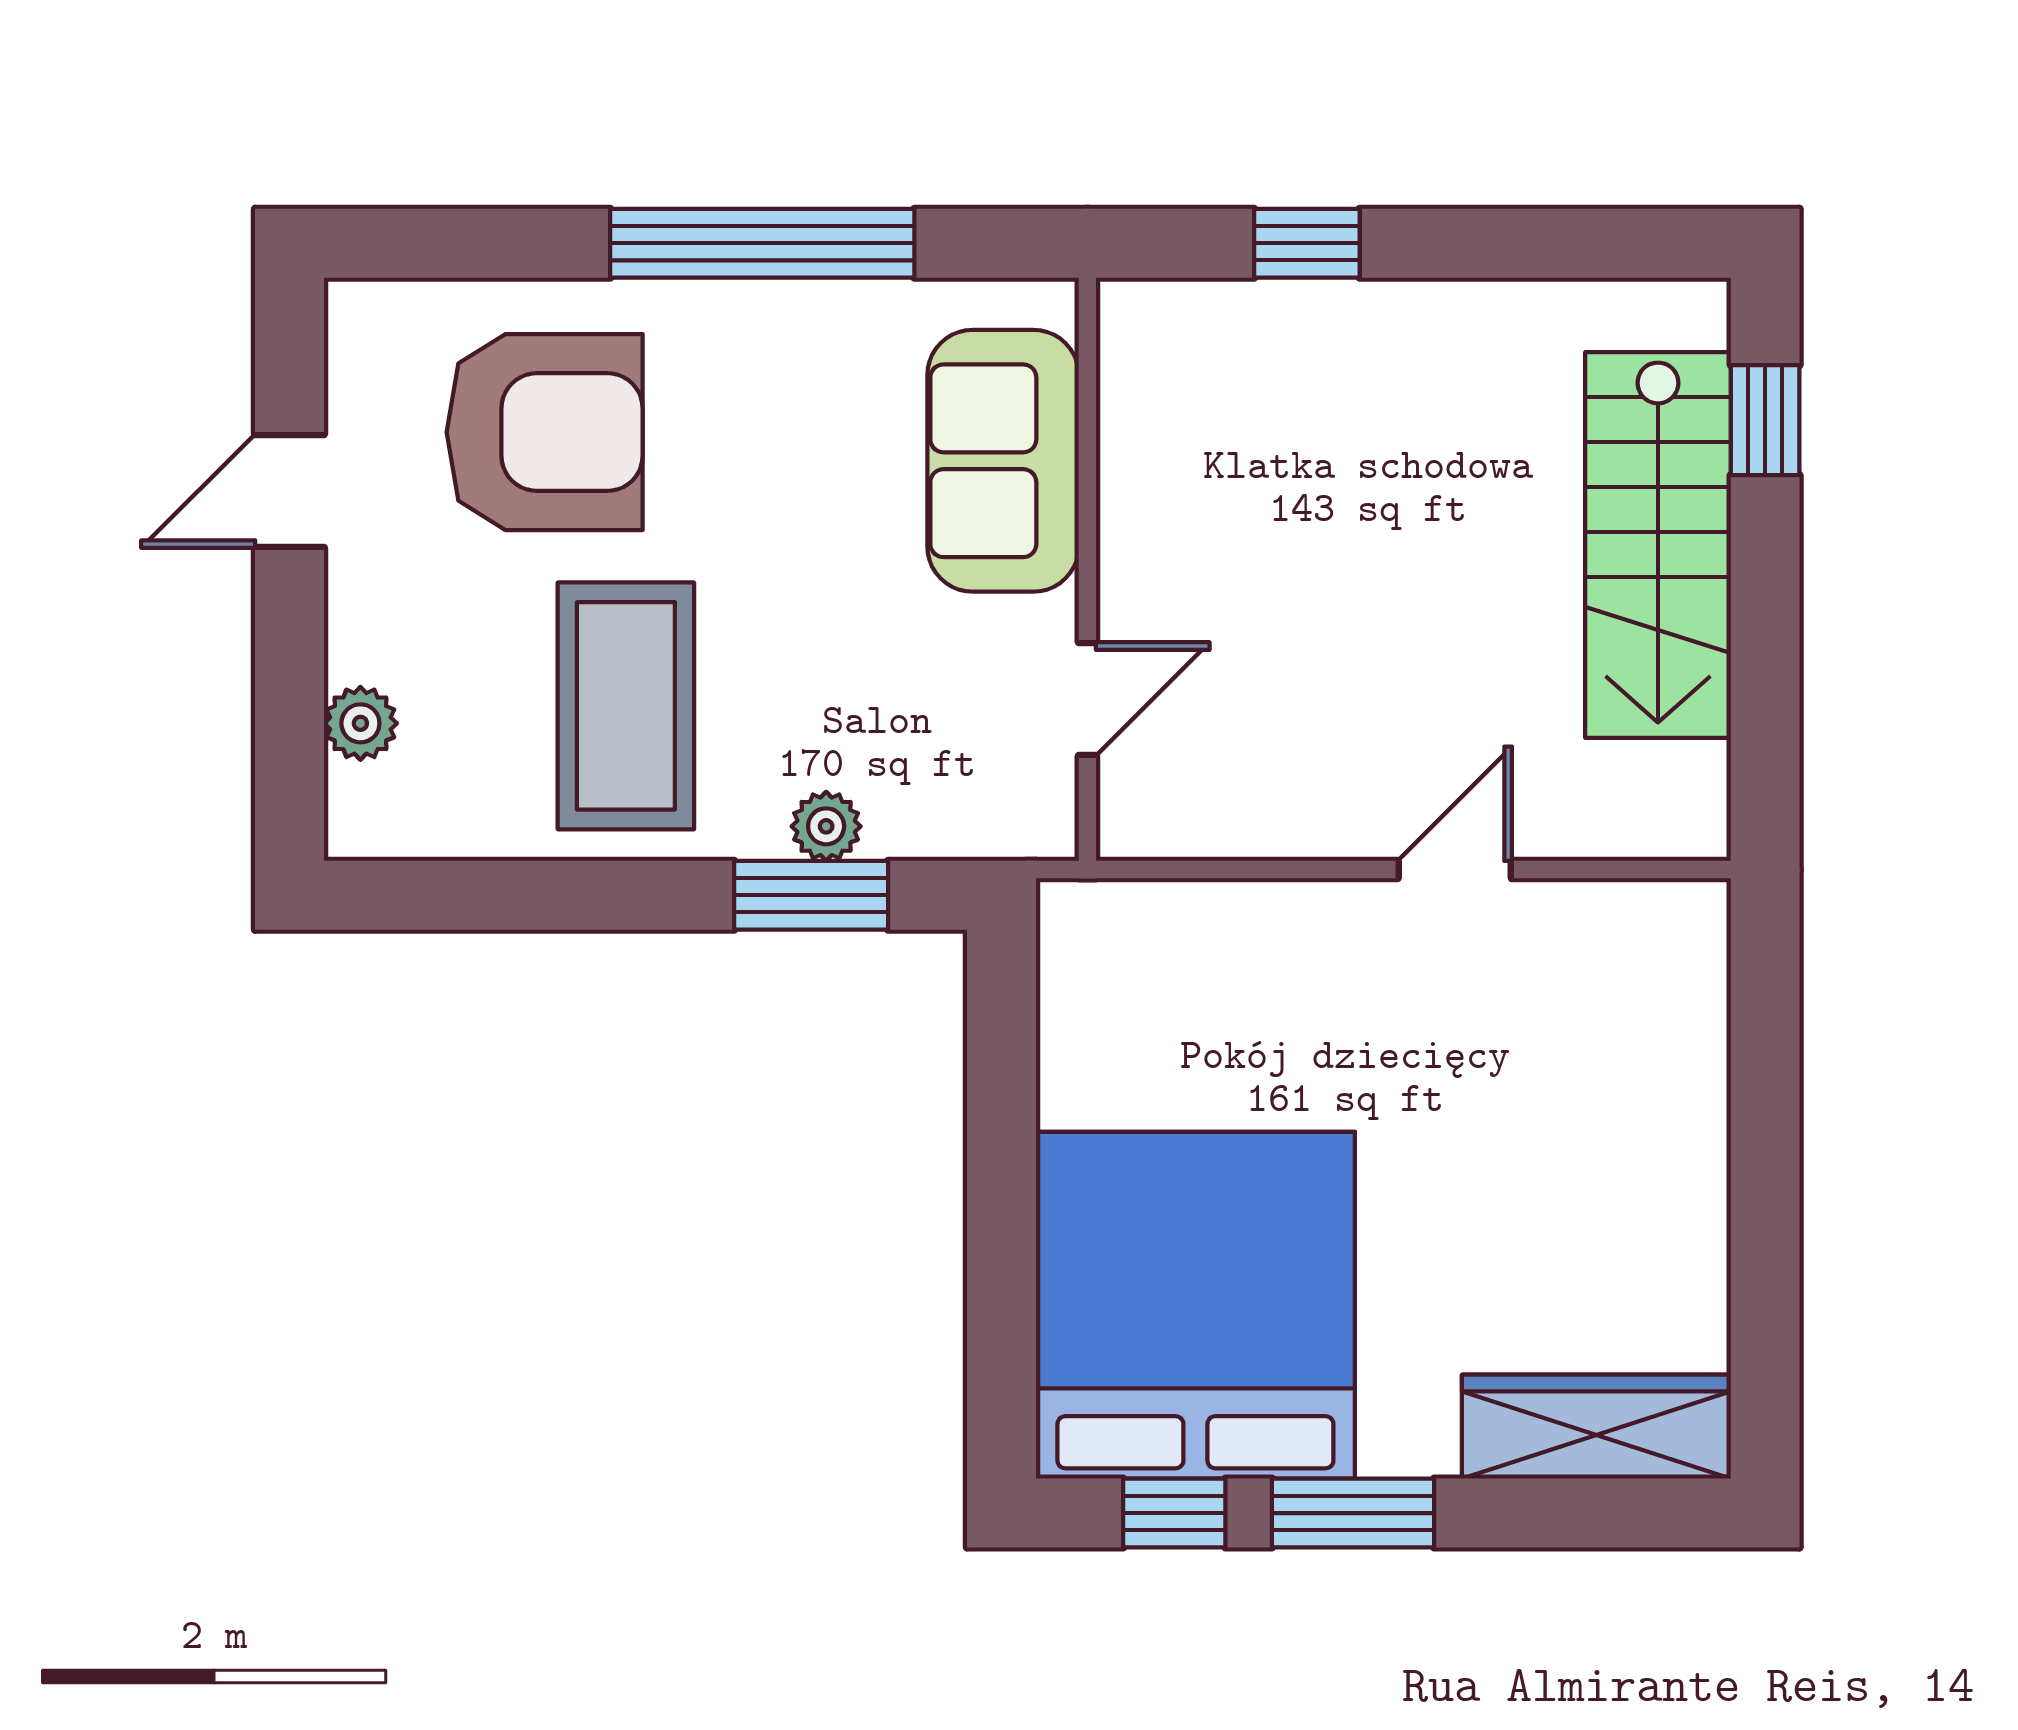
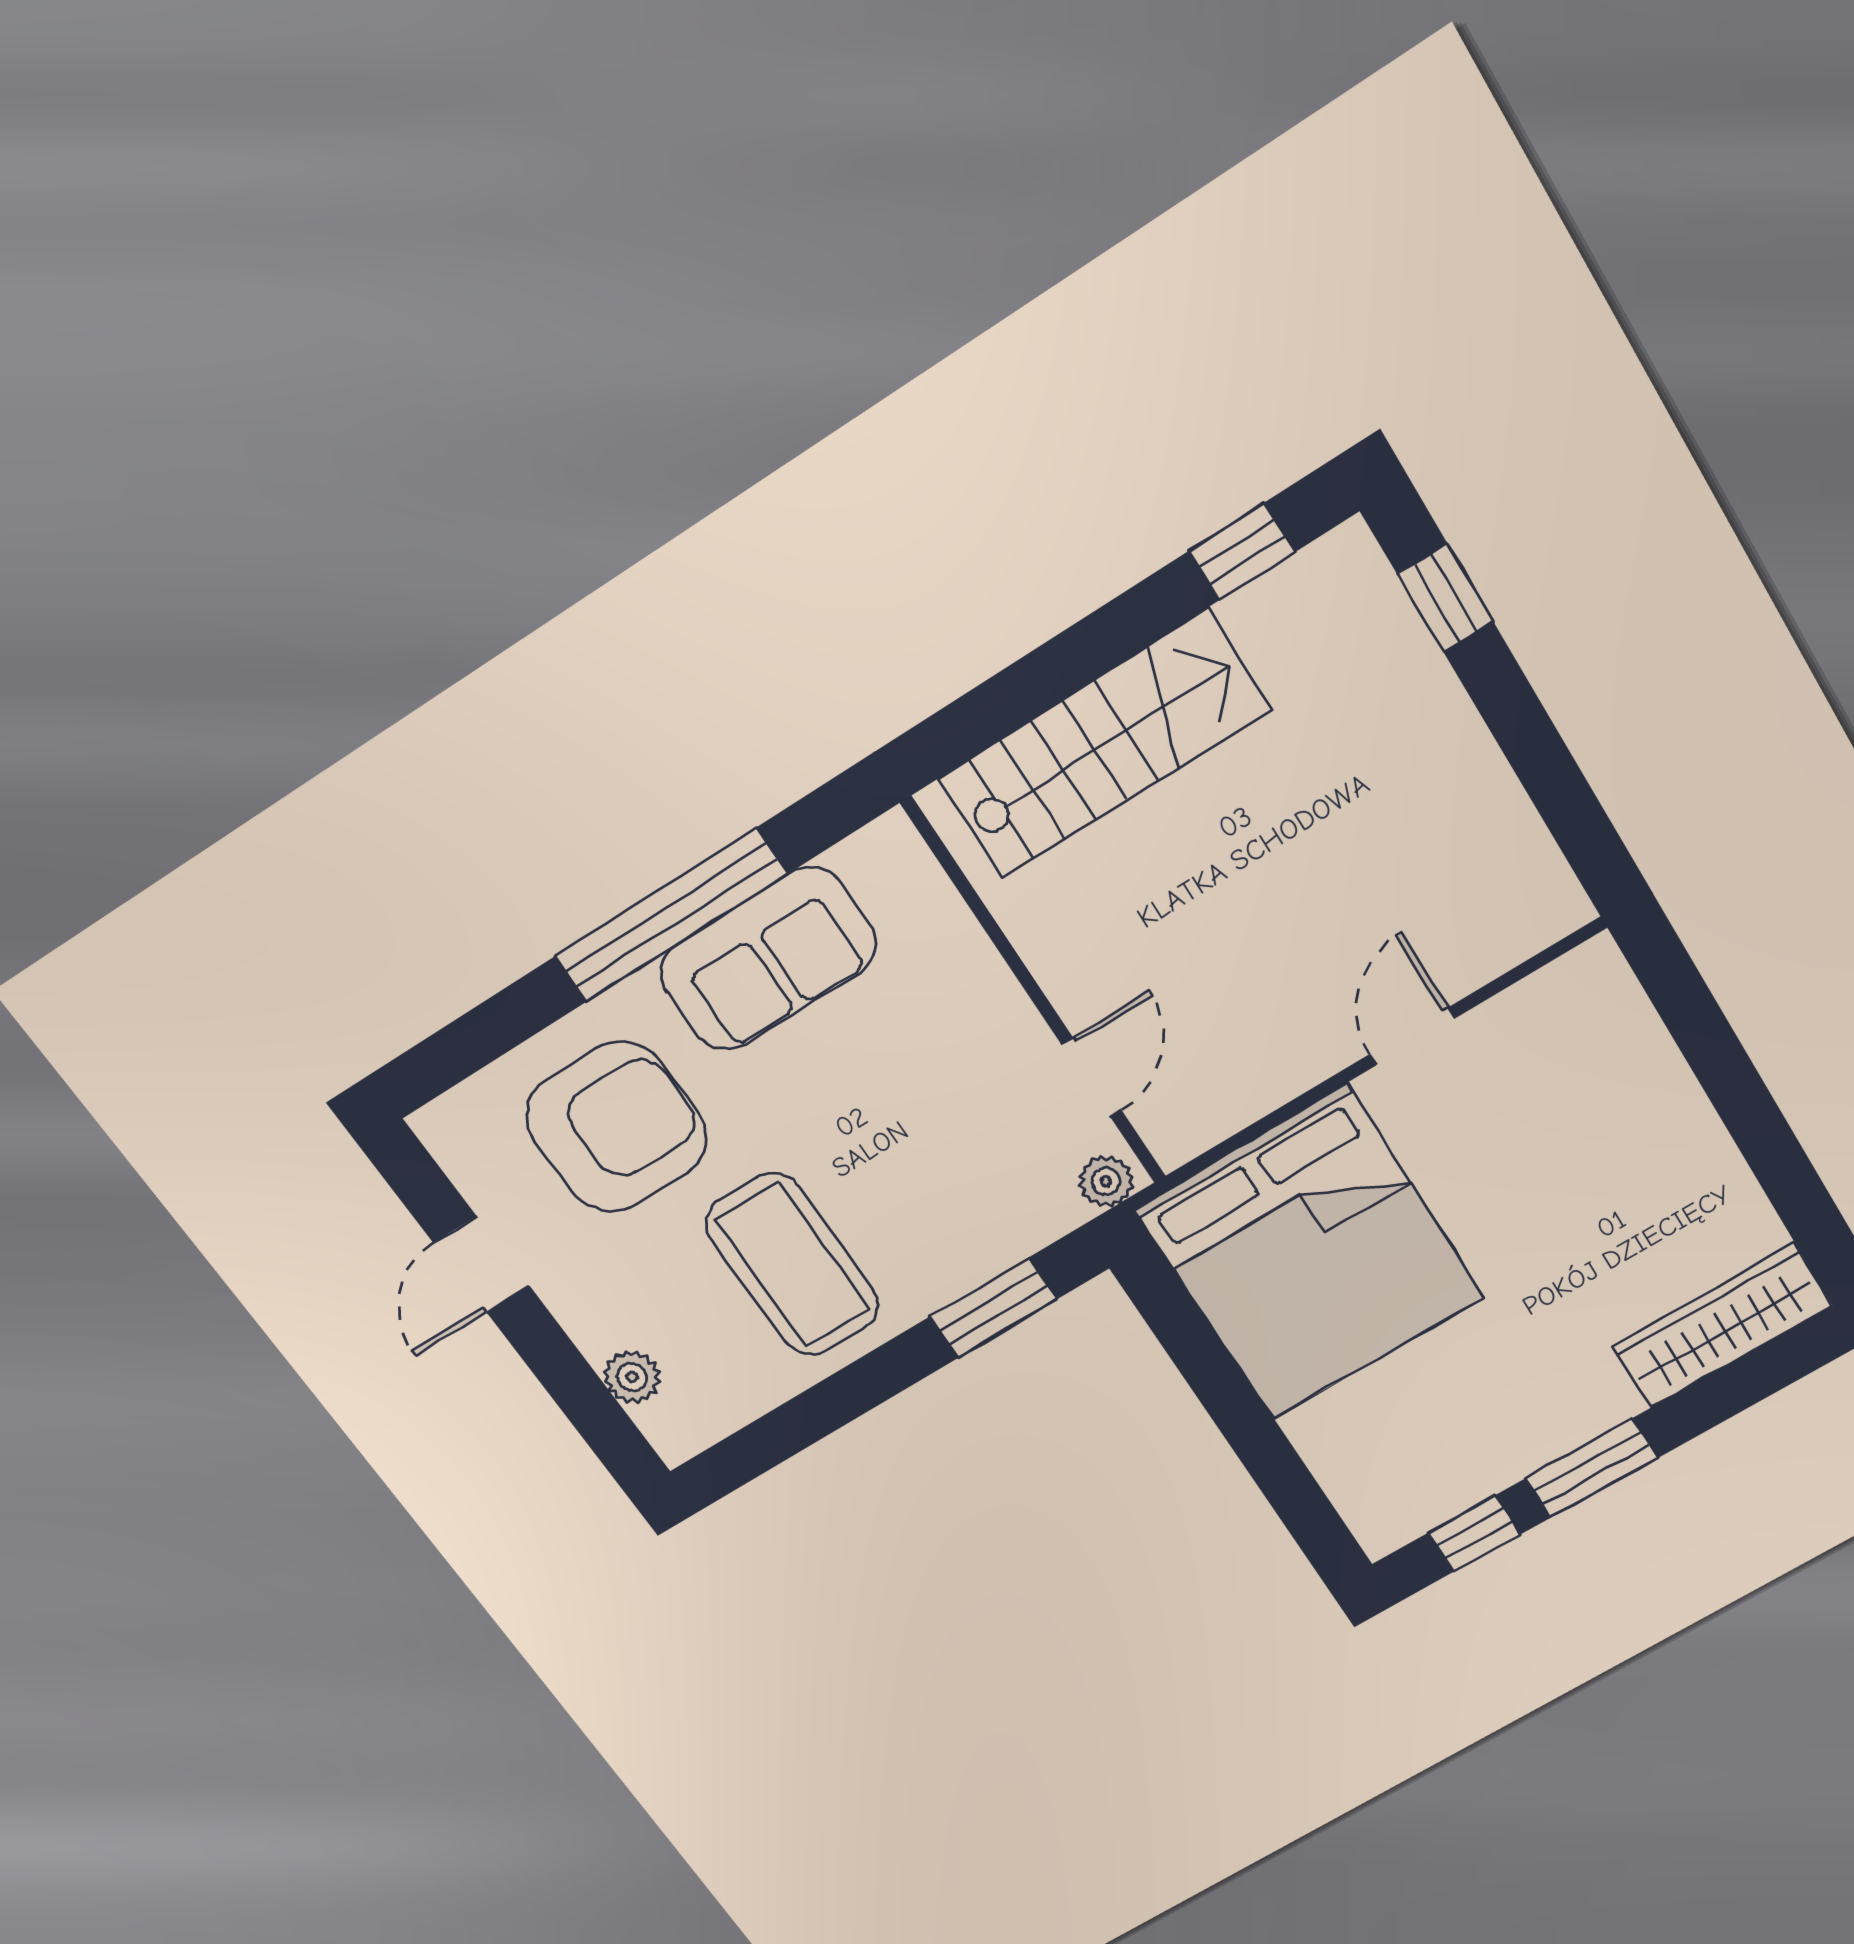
window: (1307, 243) -> (1242, 552), moved
sofa: (1003, 461) -> (768, 959), moved, turned -90
stairs: (1658, 545) -> (1104, 745), moved, turned -90
plant: (826, 826) -> (1106, 1181), moved
bed: (1195, 1305) -> (1310, 1254), moved, turned 180

